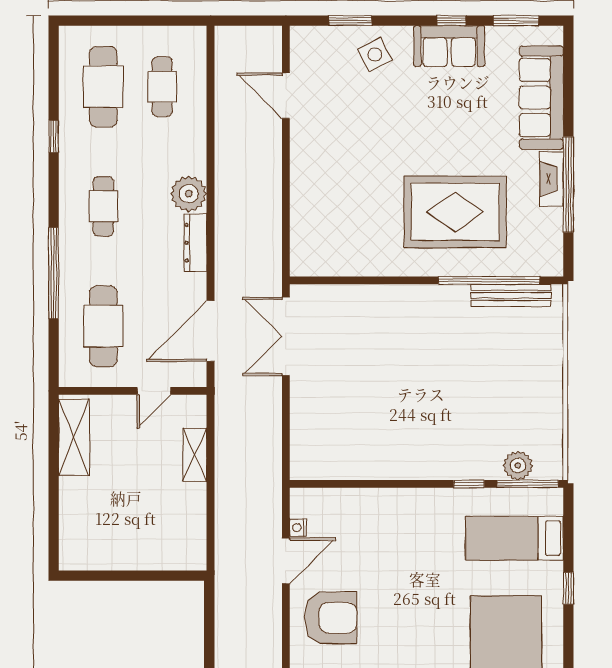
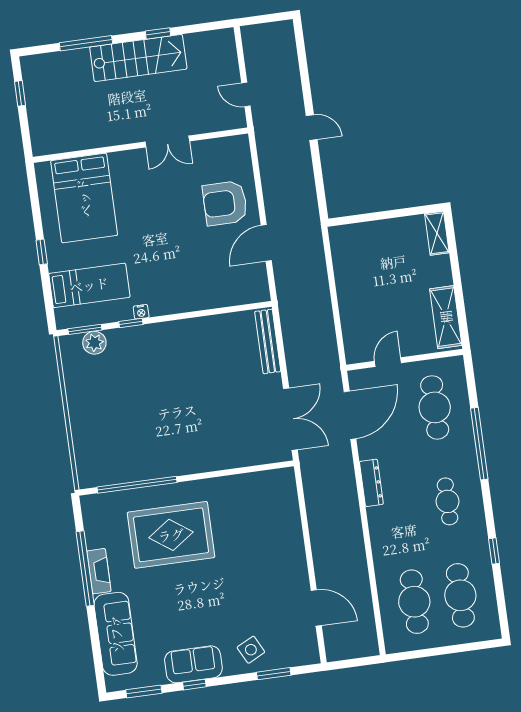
cafe table: (162, 87) -> (414, 602), width x1.37, depth x1.35
plant: (189, 194) -> (382, 521), removed
bench: (511, 295) -> (268, 341), moved, turned 90
shelving: (195, 455) -> (437, 233), moved
window: (528, 484) -> (85, 329), width x0.69
nightstand: (298, 528) -> (141, 312), moved, turned 90

